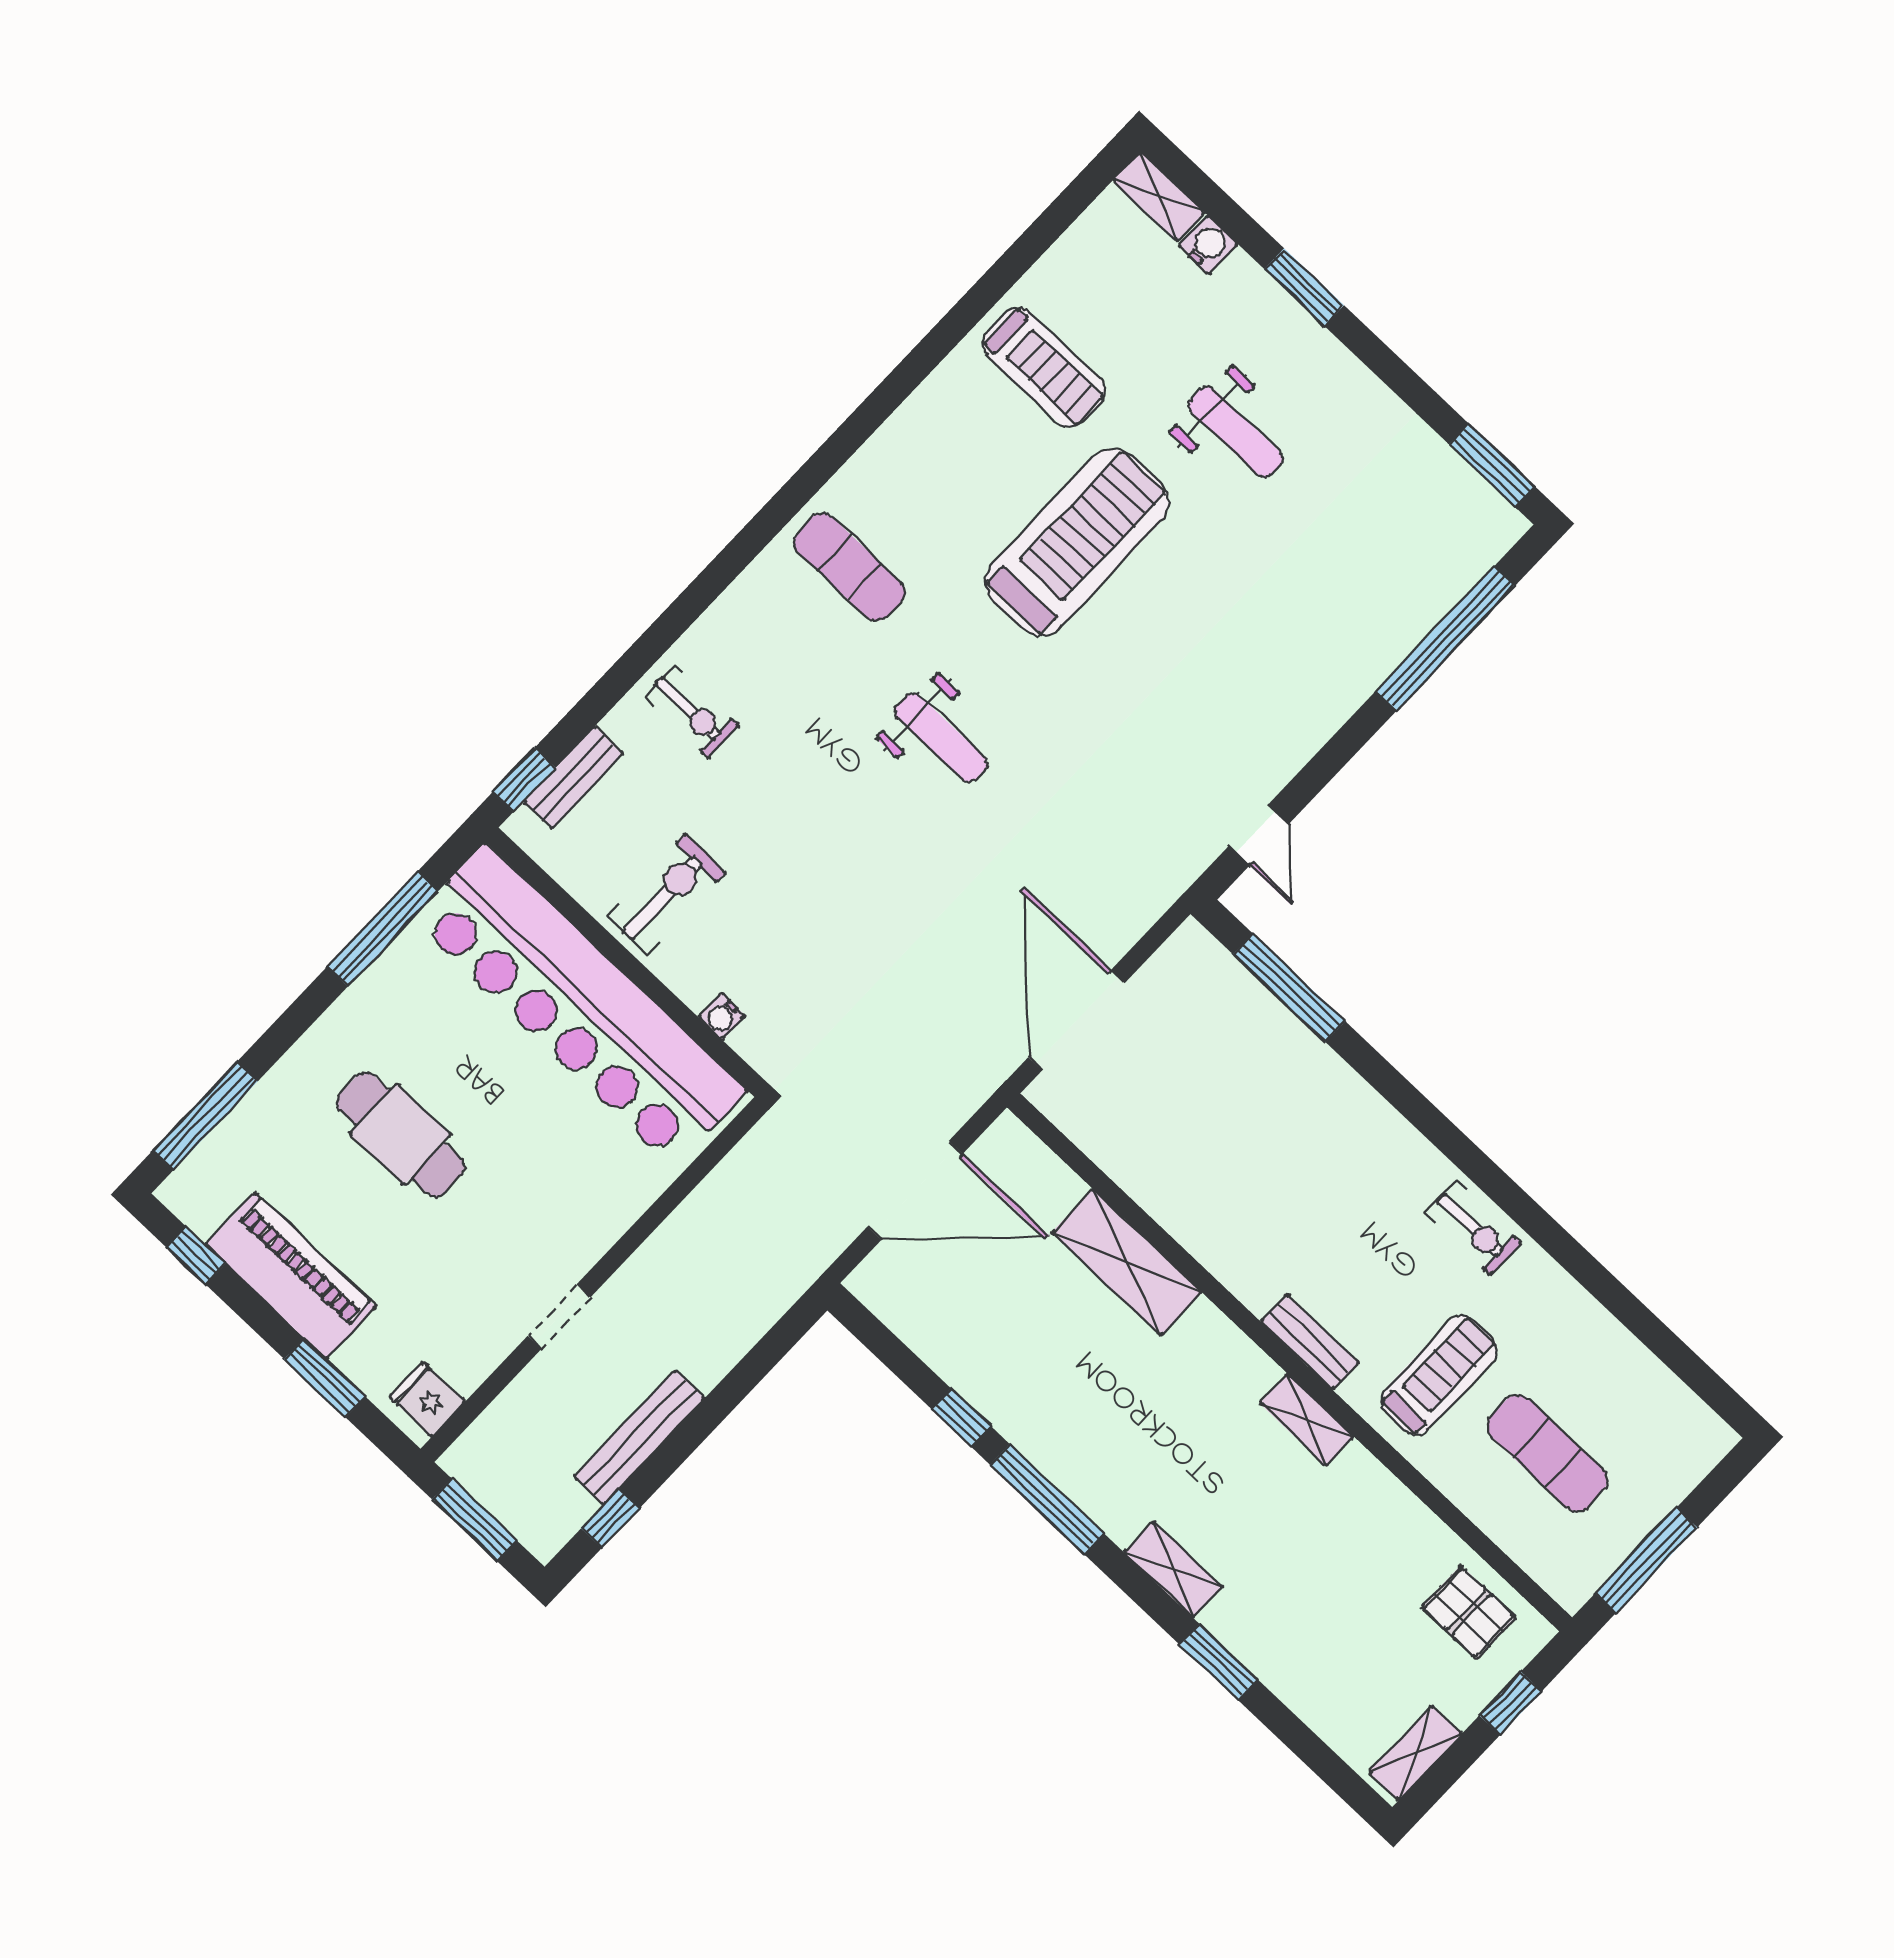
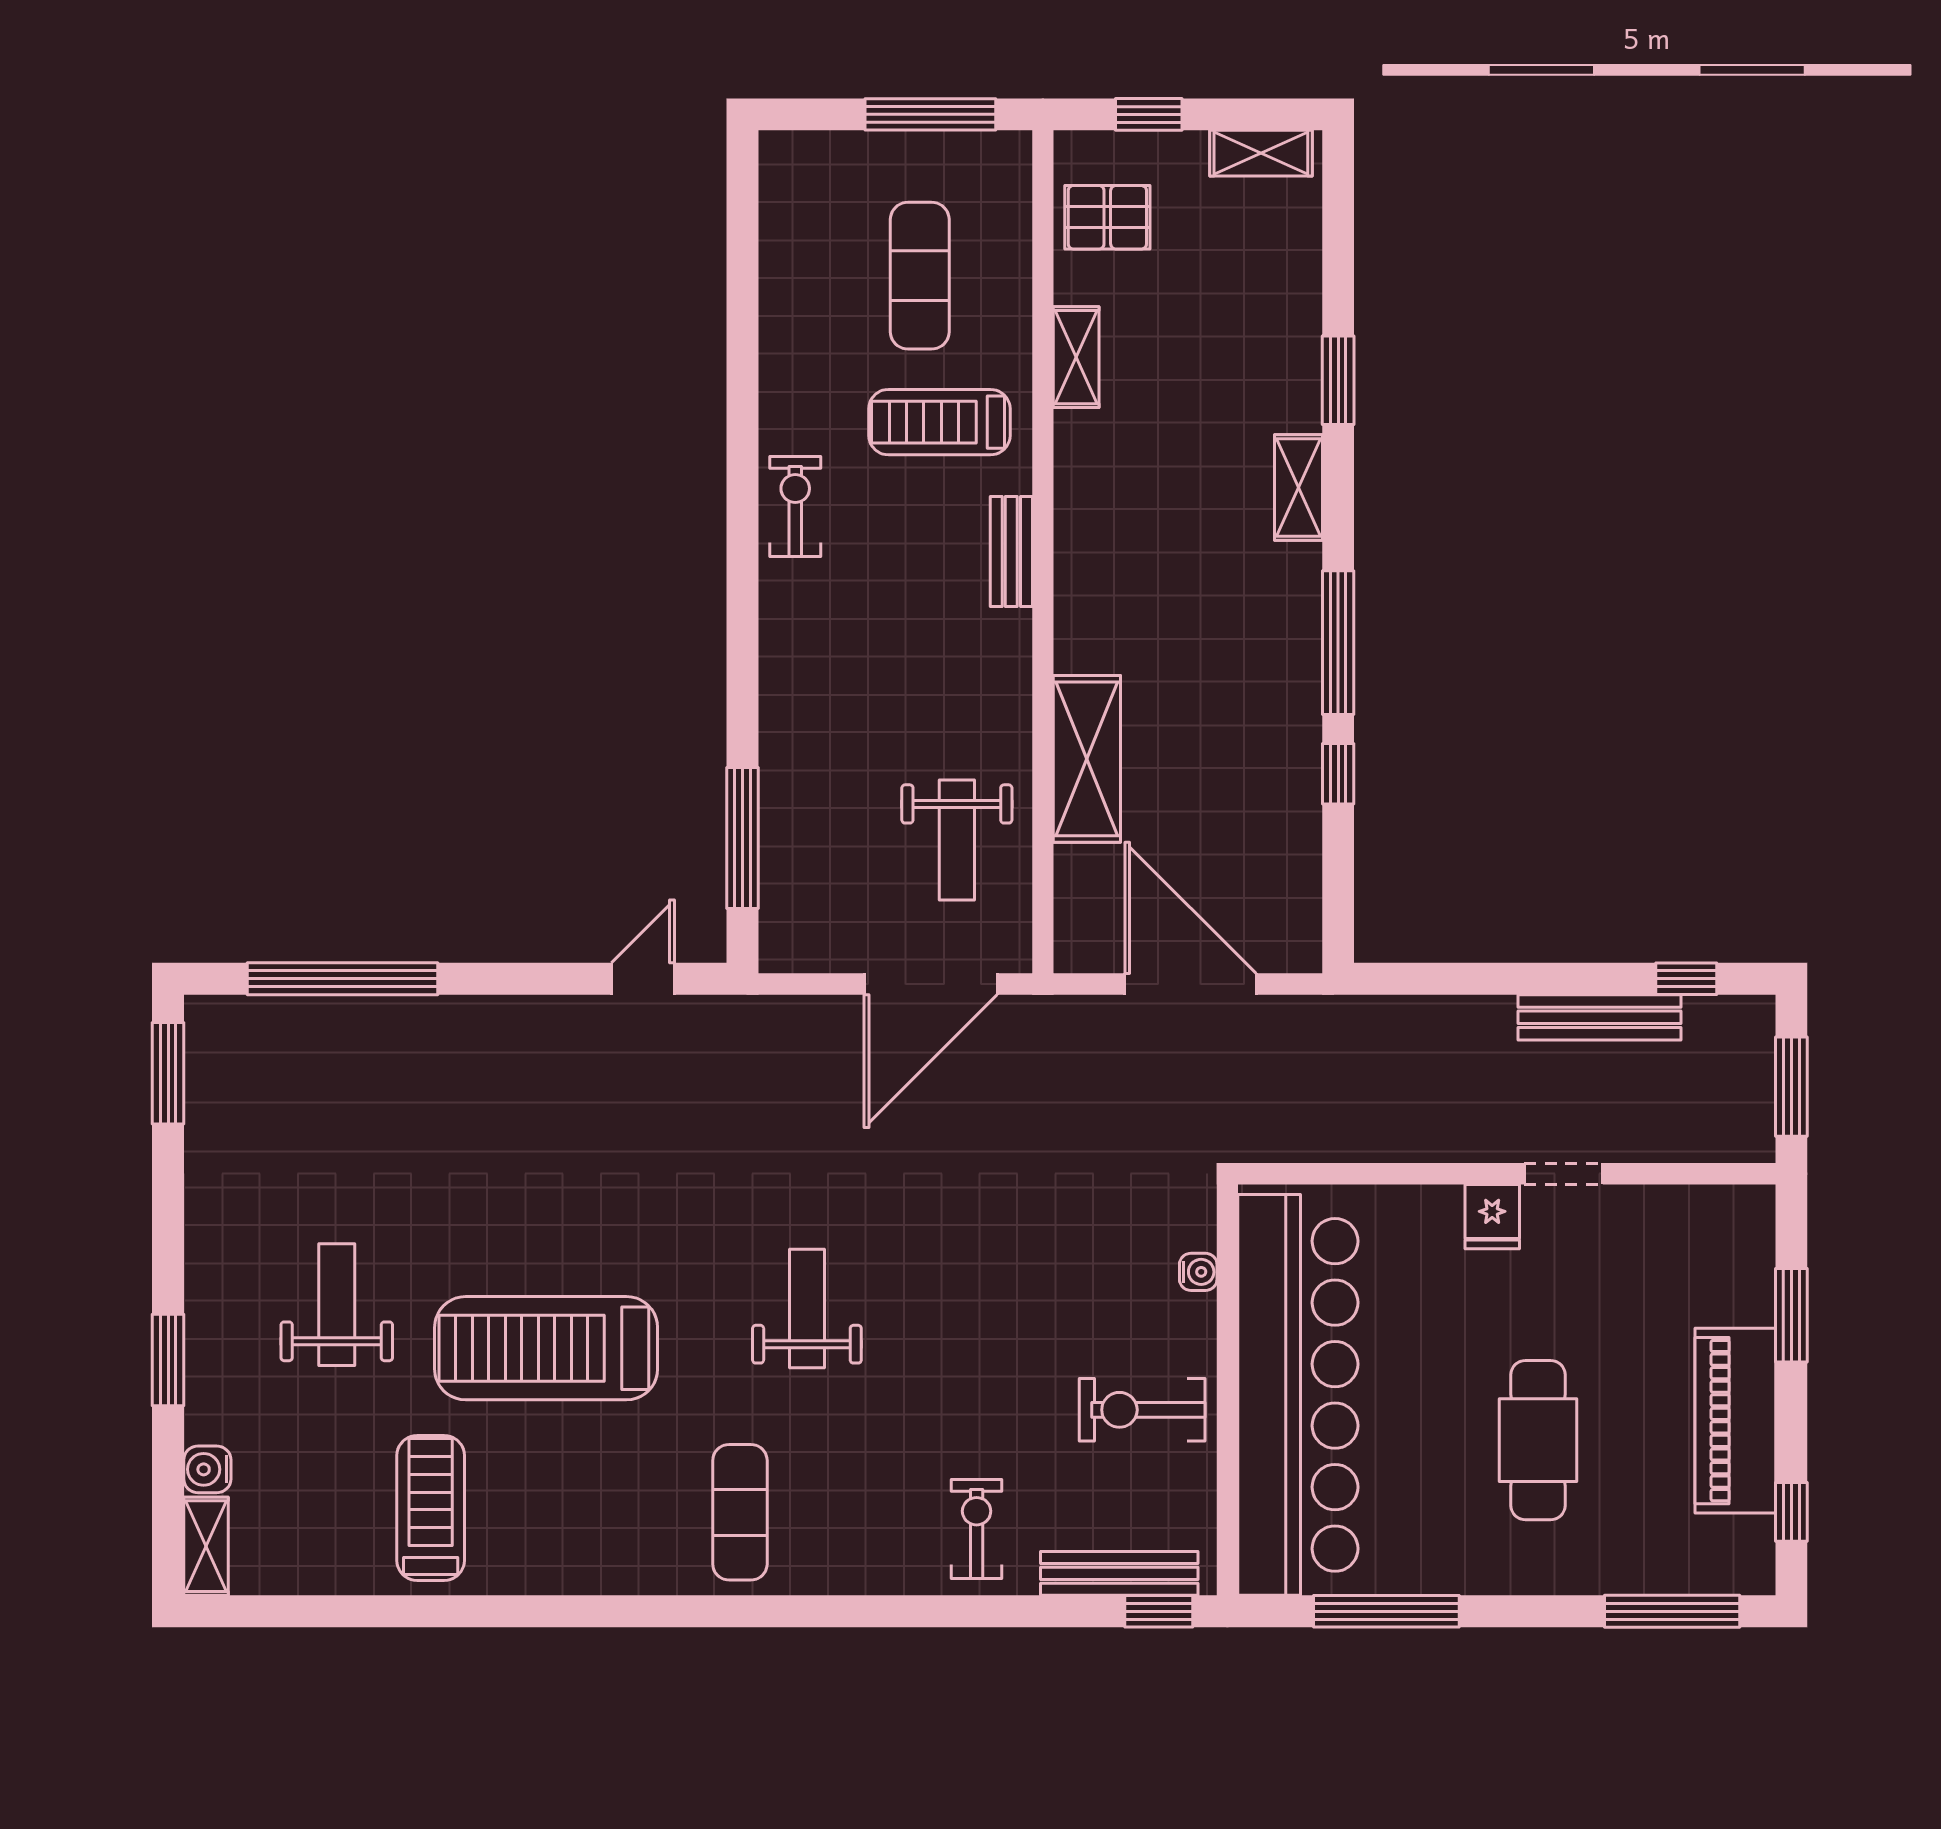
bench: (573, 777) -> (1119, 1573), width x1.36
weight bench: (1155, 1127) -> (957, 840), added
fridge: (427, 1399) -> (1492, 1217), moved
shelving: (1307, 1420) -> (1076, 357), moved
pallet: (1469, 1612) -> (1107, 217), turned 90

